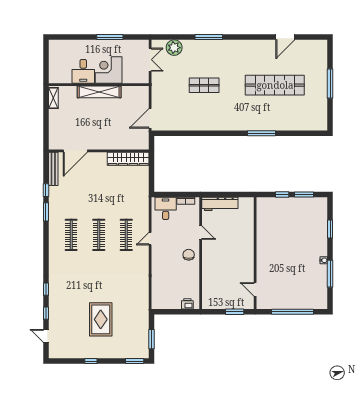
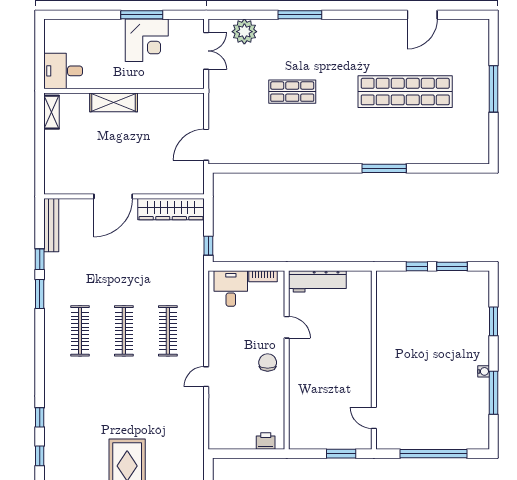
corner desk: (109, 70) -> (147, 40), moved, turned 180
desk: (83, 71) -> (63, 71), moved, turned 90
shelving: (99, 92) -> (114, 102), width x0.68
door: (75, 151) -> (113, 196), moved
window: (152, 182) -> (208, 246), added
door: (150, 239) -> (206, 377), moved

